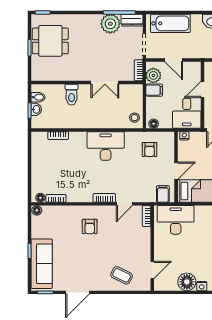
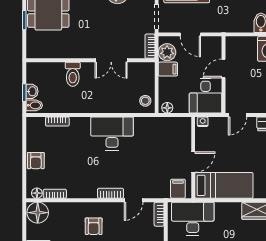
bidet: (38, 97) -> (34, 105), moved
armchair: (149, 149) -> (36, 161), moved
floor lamp: (37, 210) -> (38, 213), width x1.89, depth x1.89

